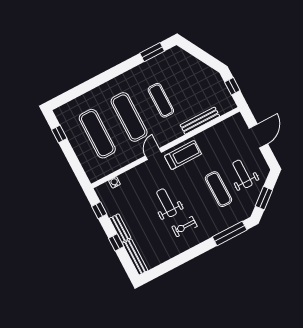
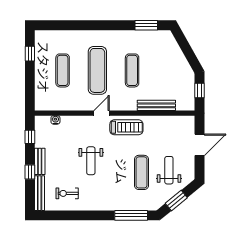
exercise mat: (97, 134) -> (63, 70), width x0.73, depth x0.69
weight bench: (167, 203) -> (91, 161), turned 180
exercise bike: (185, 227) -> (67, 193), moved

